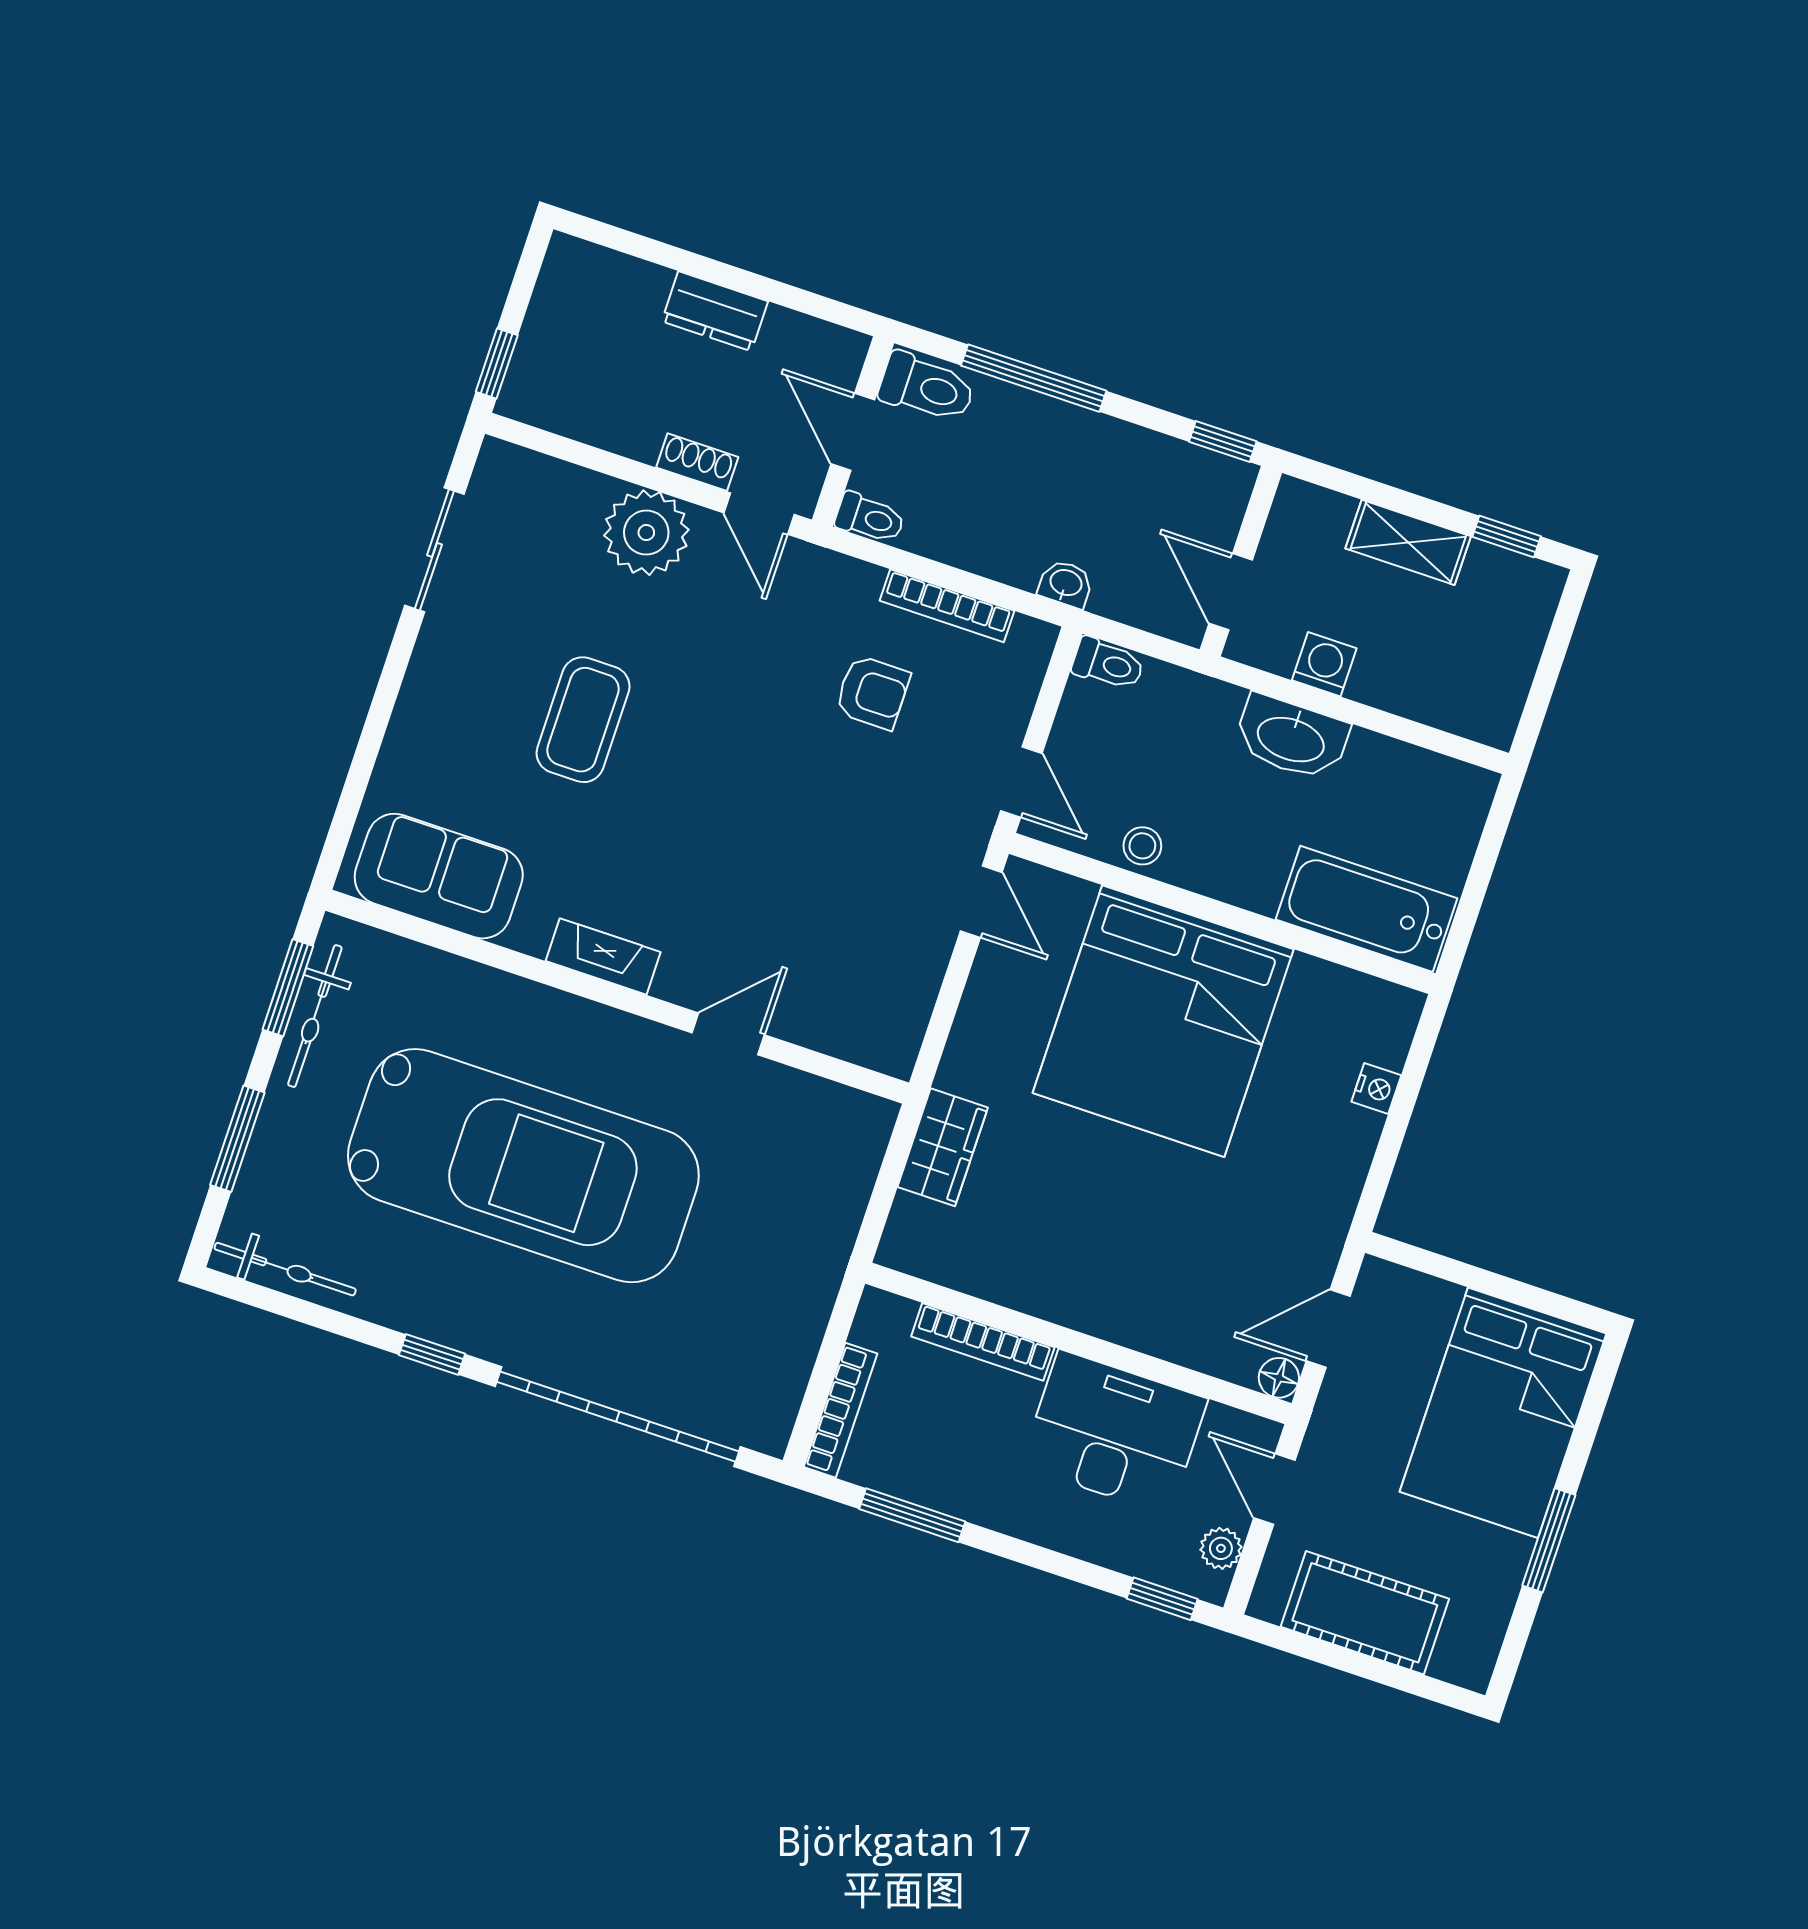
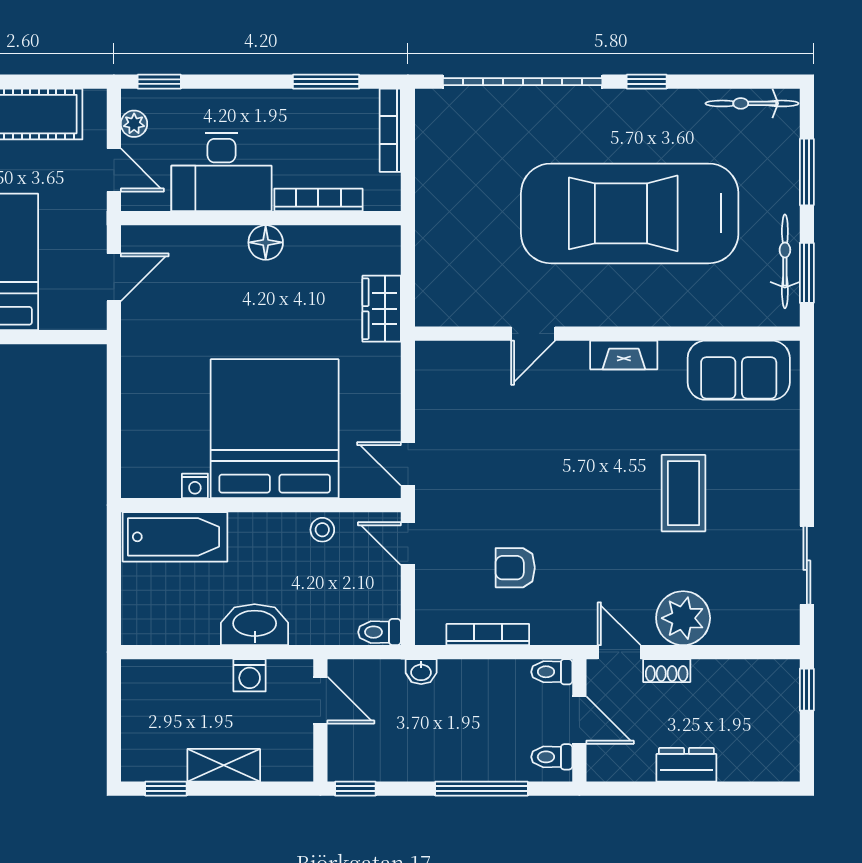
toilet: (927, 388) -> (552, 757), width x0.73, depth x0.72
nightstand: (1376, 1088) -> (195, 486), moved, turned -90
floor lamp: (1279, 1378) -> (266, 242), moved, width x1.37, depth x1.37

